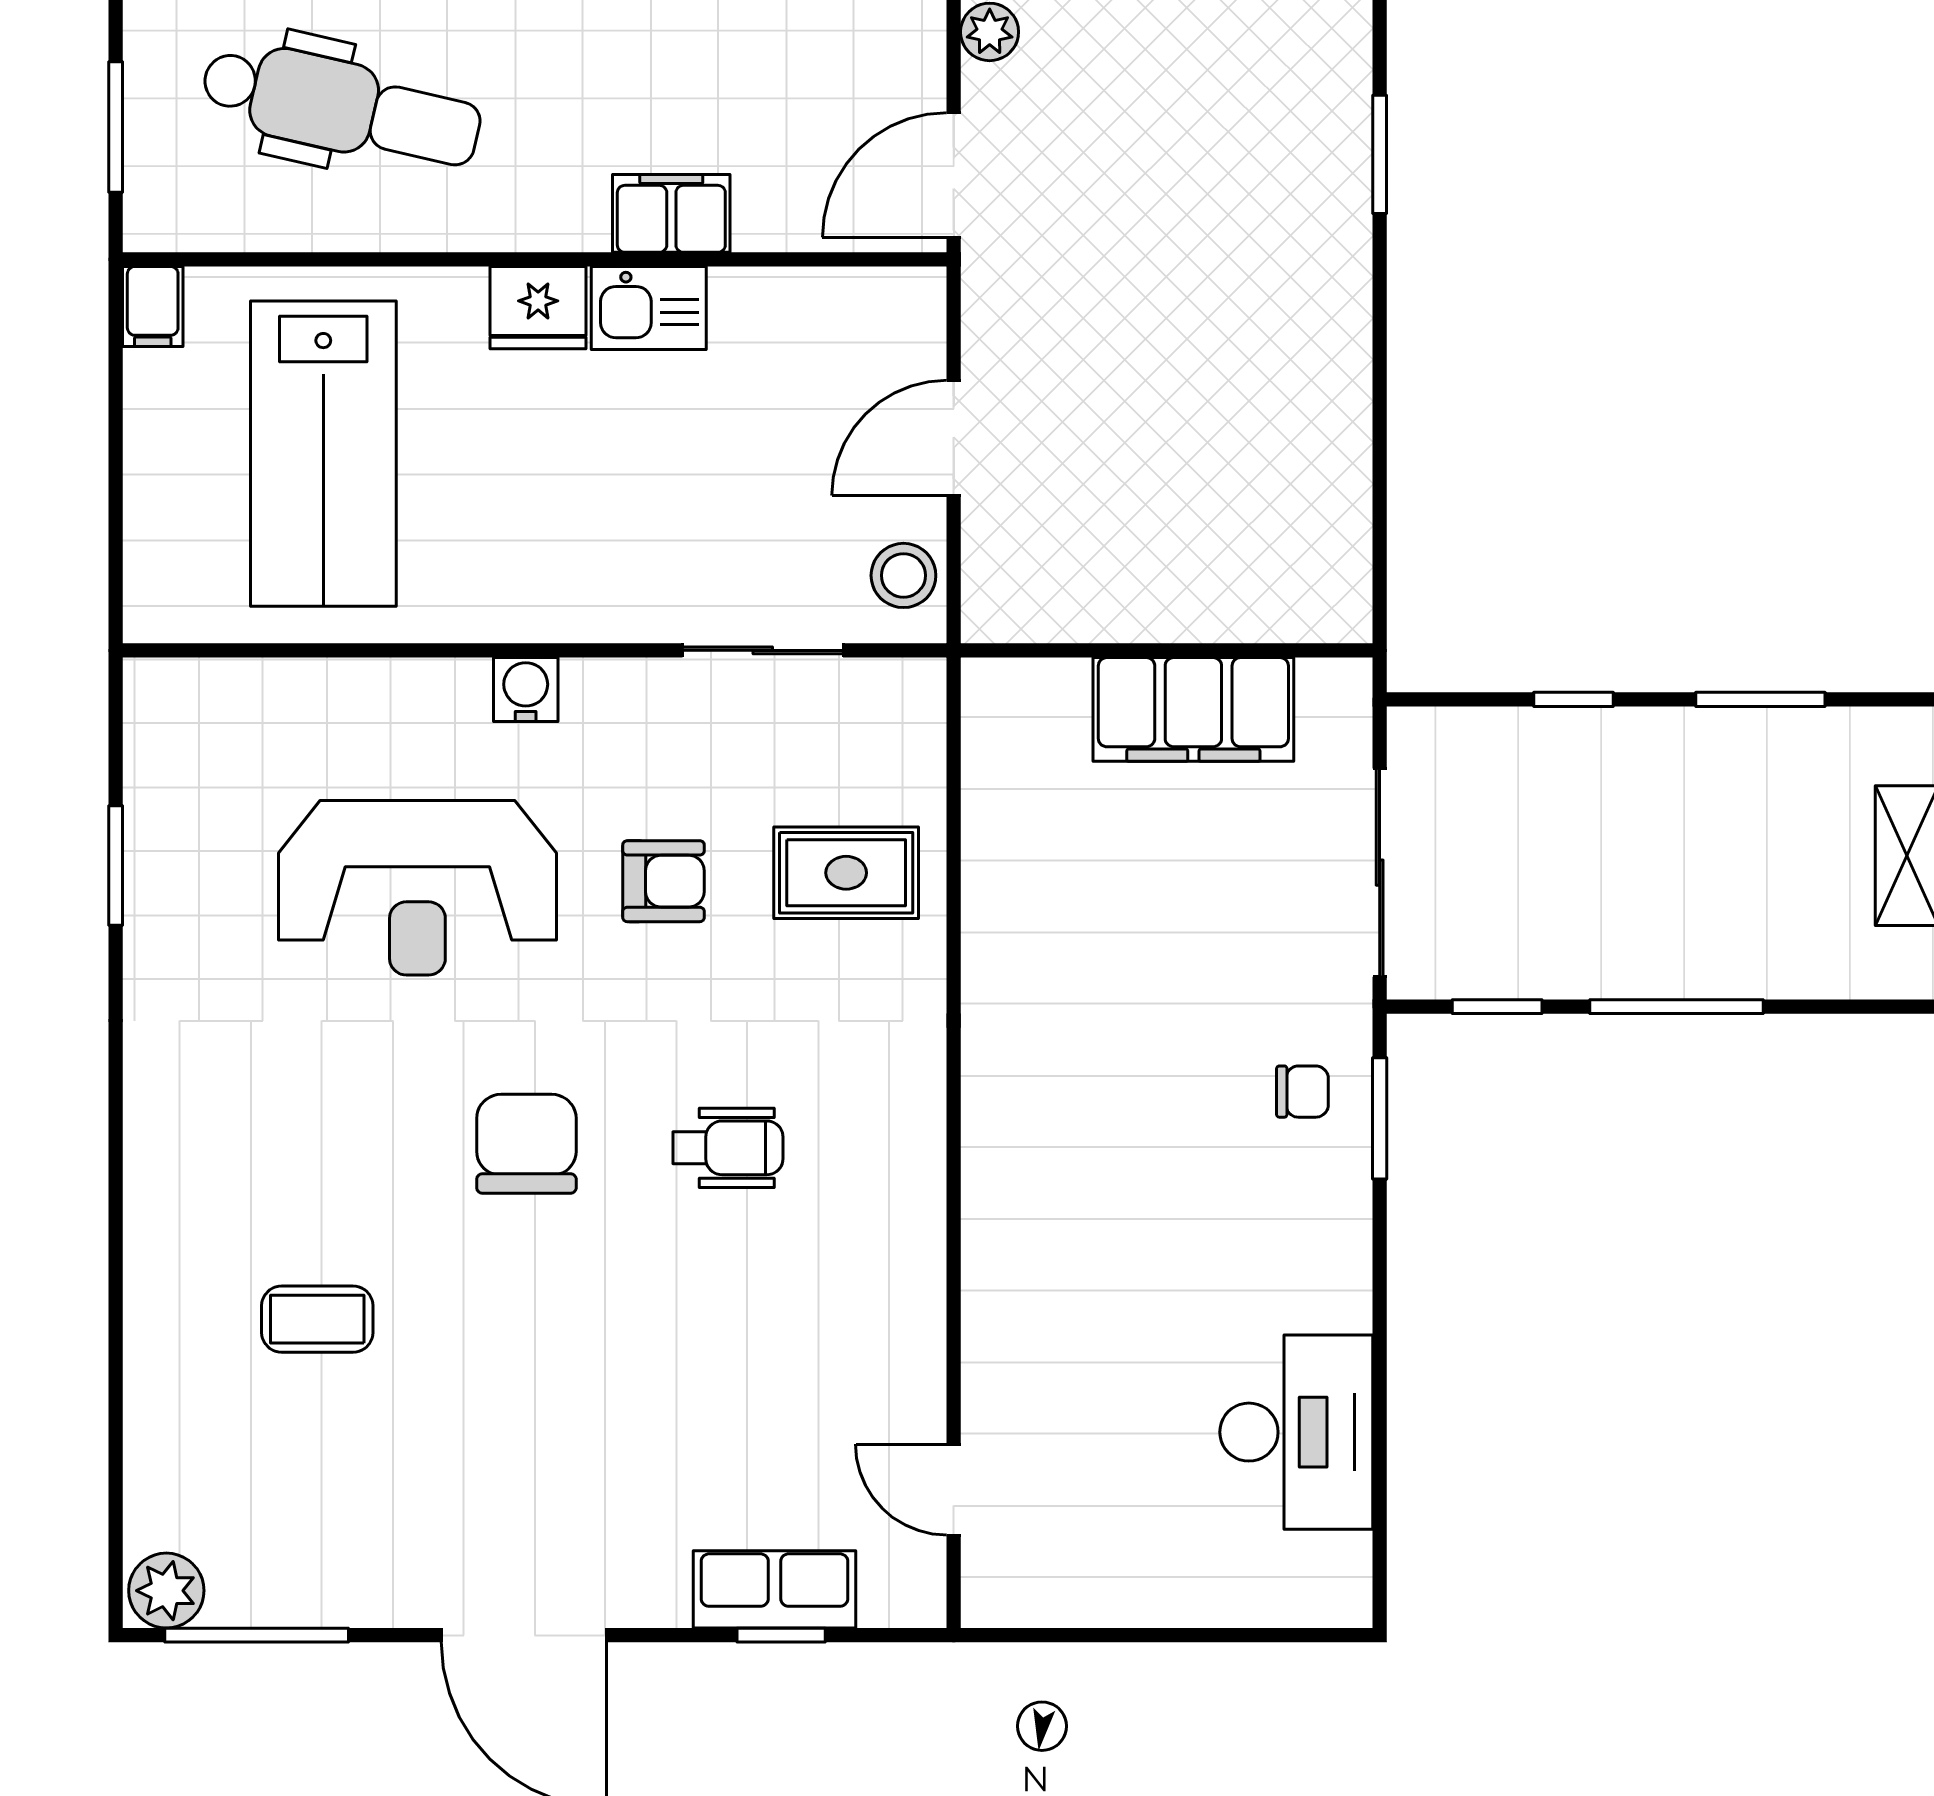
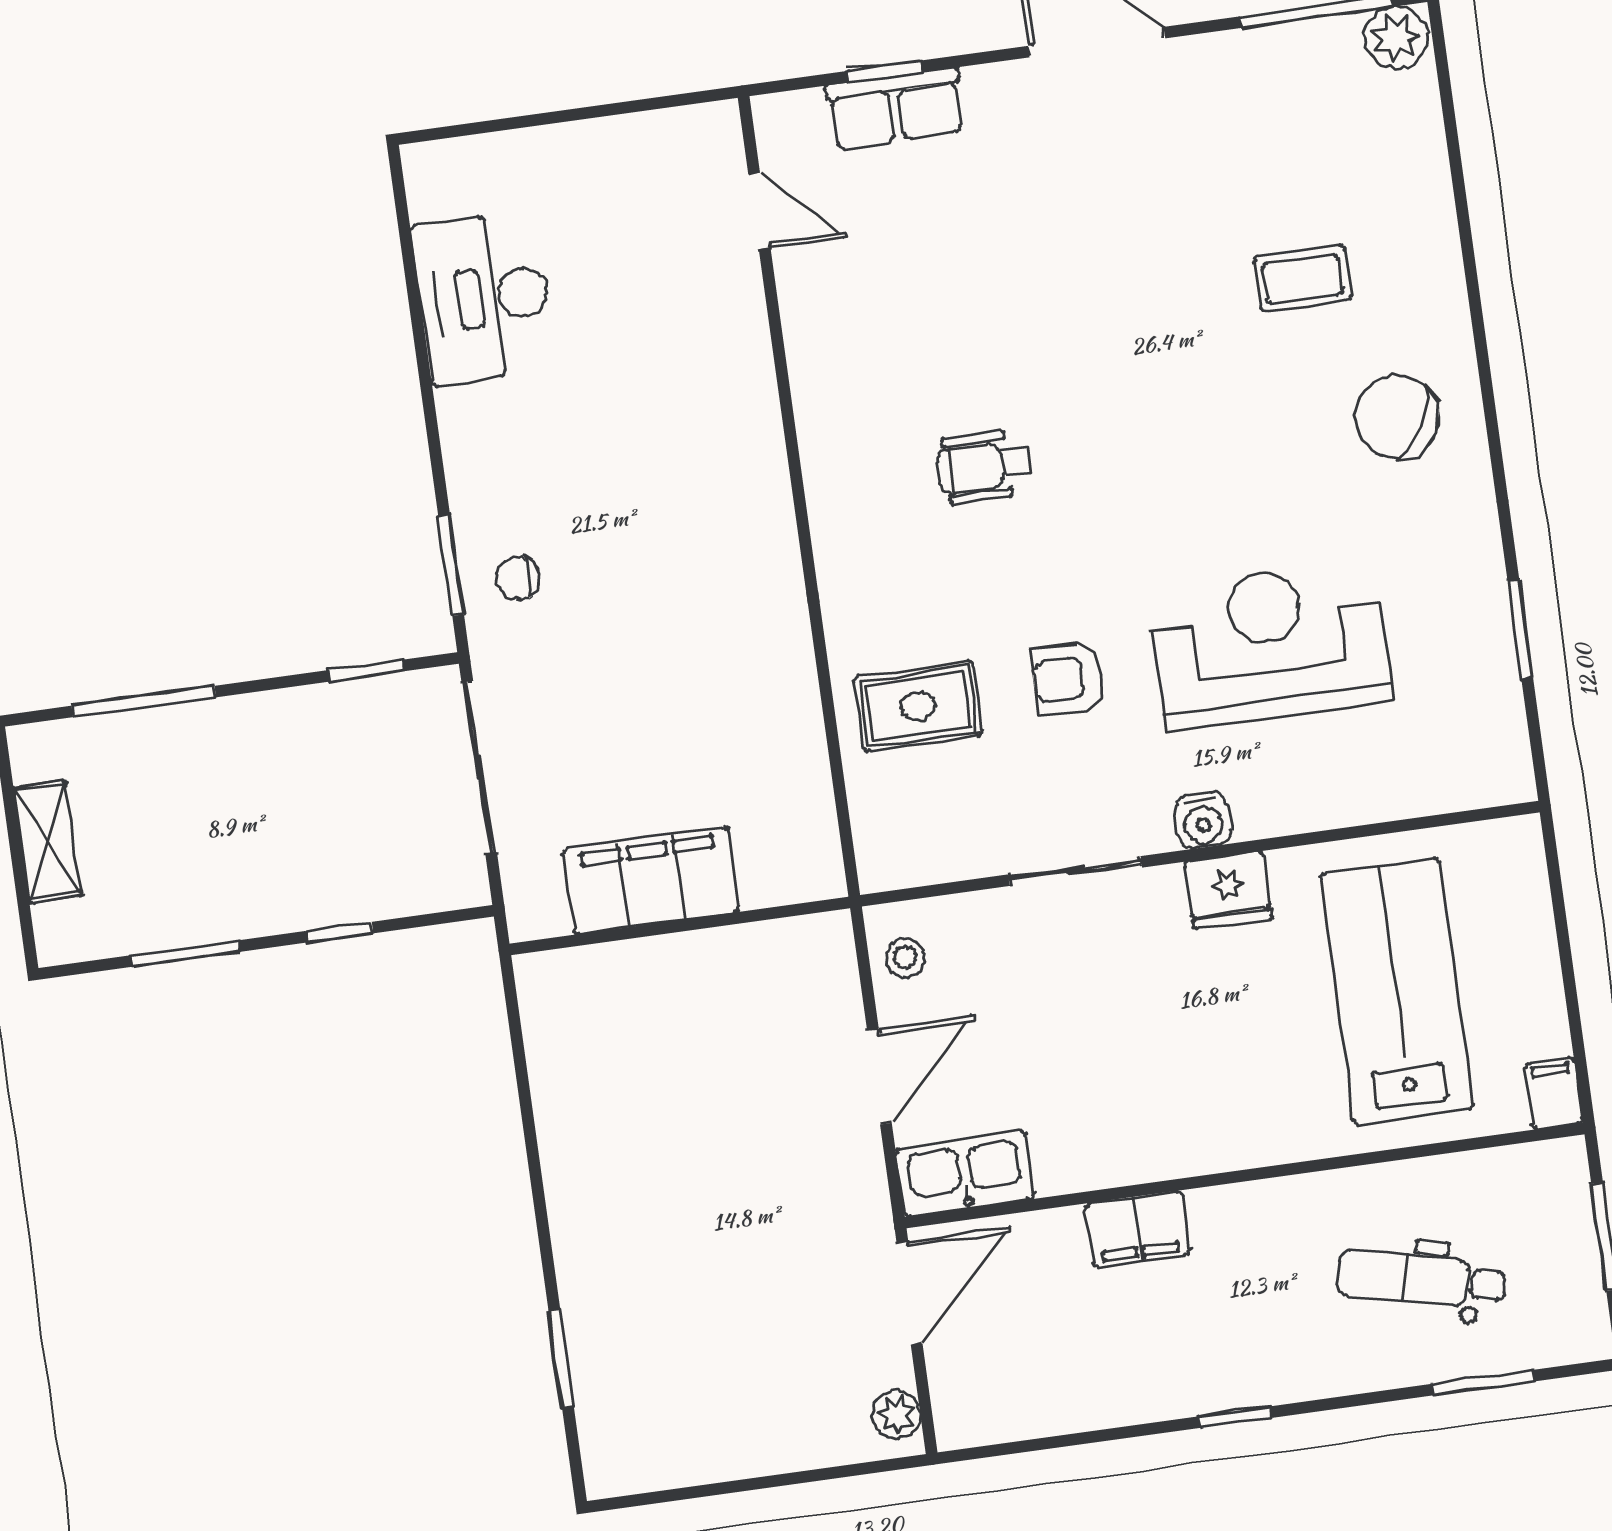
dental chair: (341, 106) -> (1421, 1279), width x0.73, depth x0.72
fridge: (538, 308) -> (1228, 890), moved, turned 180
kitchen sink: (649, 308) -> (965, 1174), moved, width x1.38
stool: (903, 575) -> (905, 958), width x0.73, depth x0.73
sliding door: (763, 650) -> (1075, 871), moved
window: (1677, 1007) -> (144, 702), moved
chair: (526, 1144) -> (1397, 417), moved, turned 119

